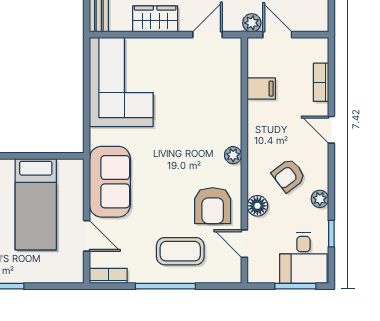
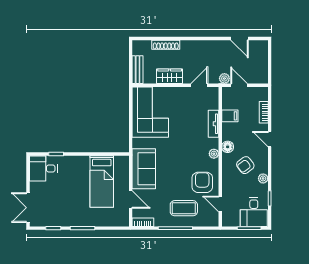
tv unit: (233, 103) -> (213, 124), added
armchair: (213, 206) -> (202, 182), turned 180
floor lamp: (257, 206) -> (228, 147), moved

